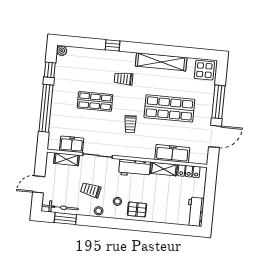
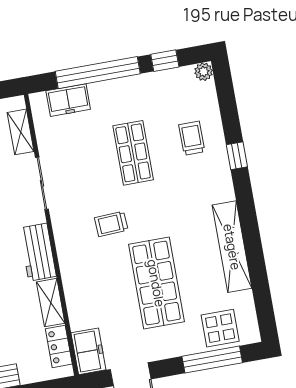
display table: (204, 70) -> (220, 328), moved
trolley: (124, 79) -> (192, 138), moved
window: (218, 102) -> (212, 359), moved
freezer: (72, 144) -> (68, 100), moved, turned 90
freezer: (172, 154) -> (88, 351), moved, width x0.71

